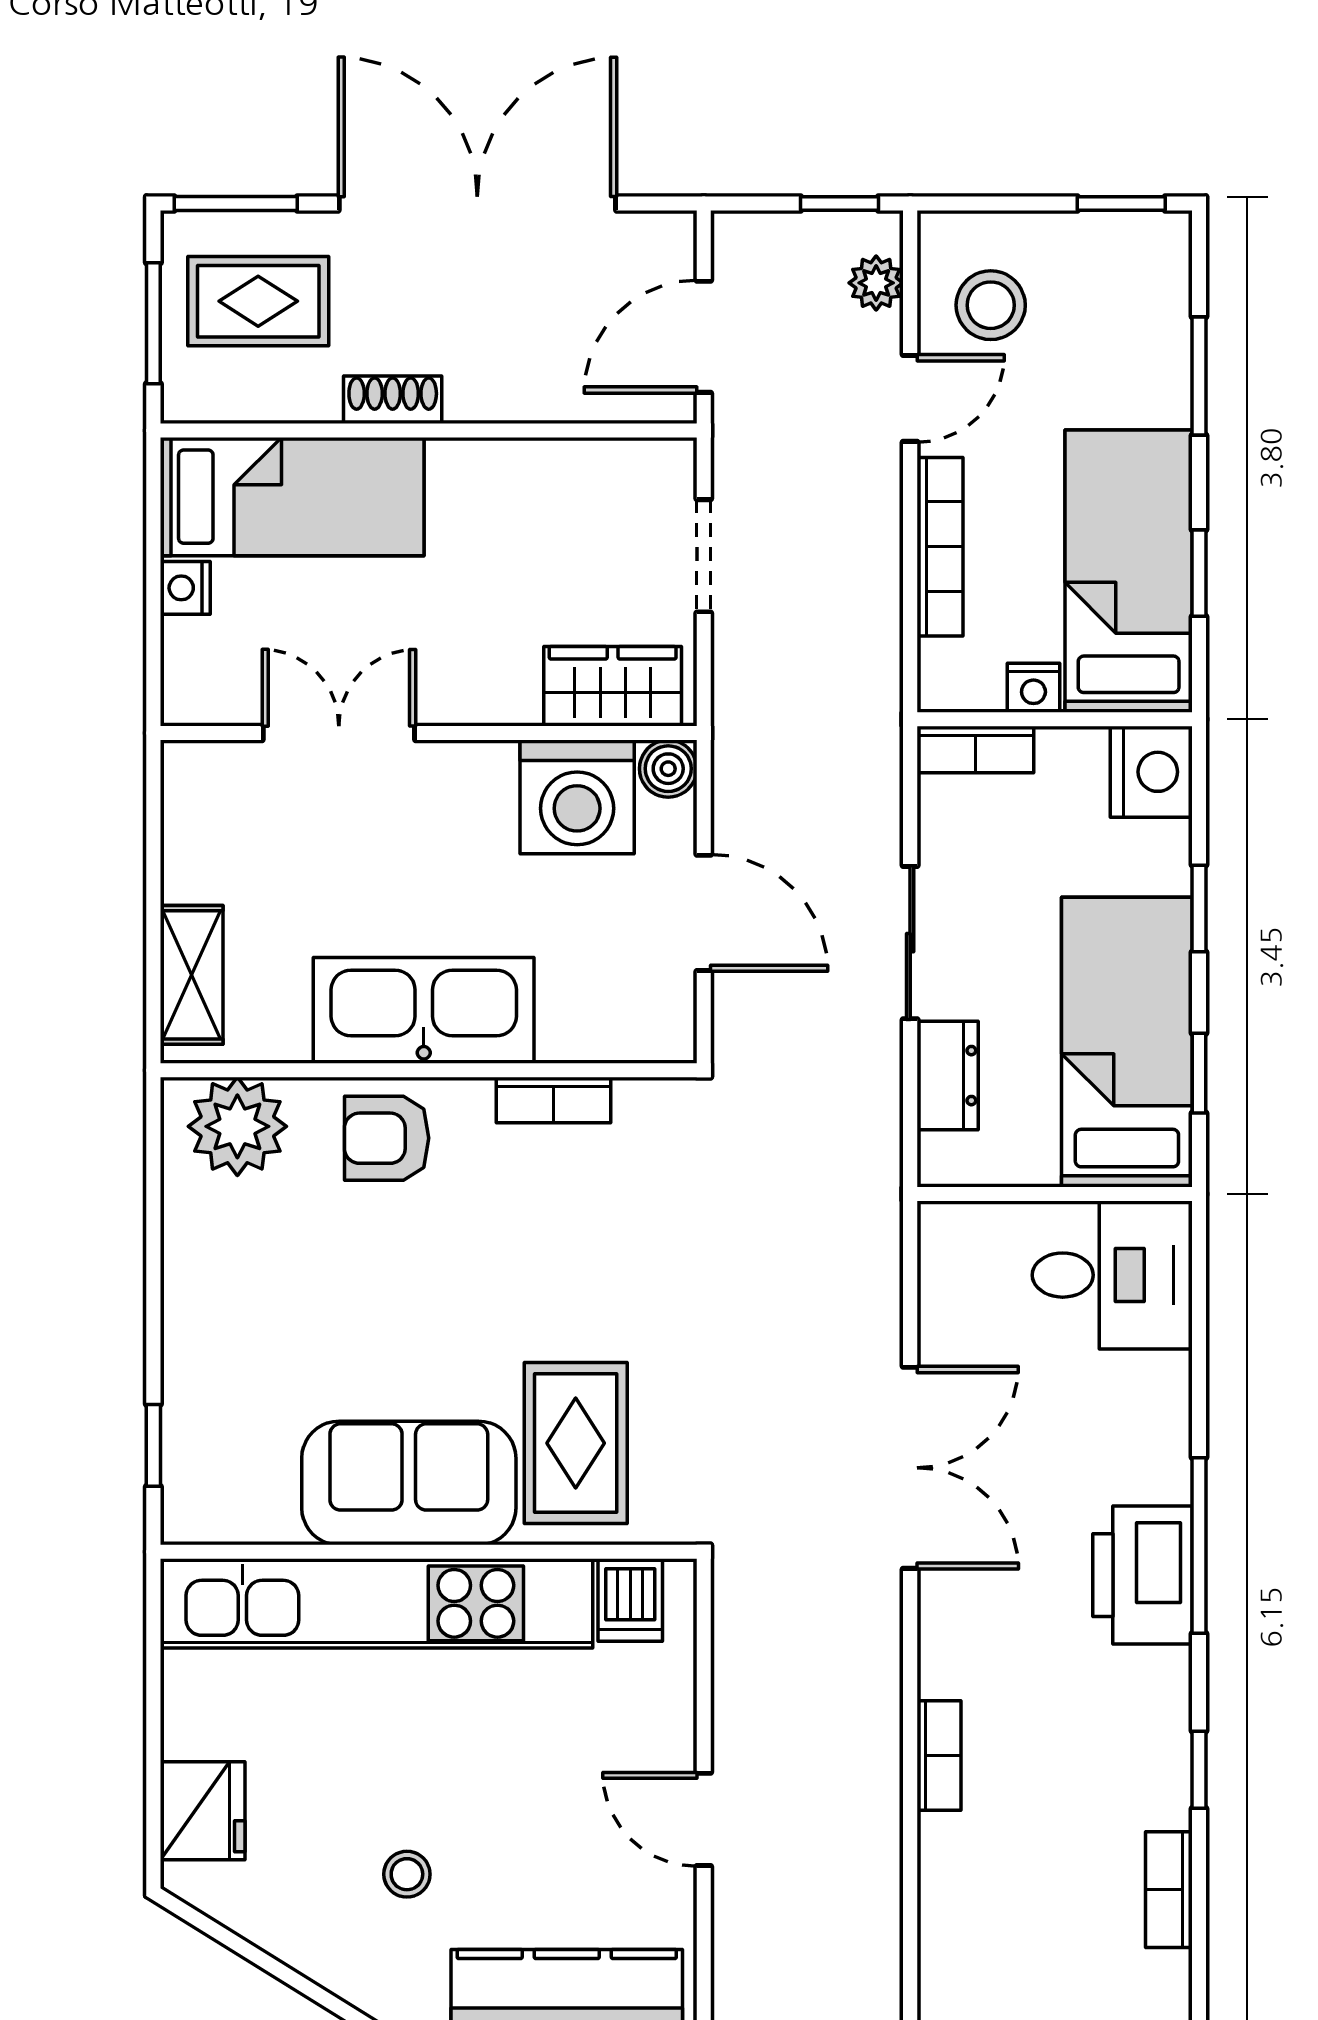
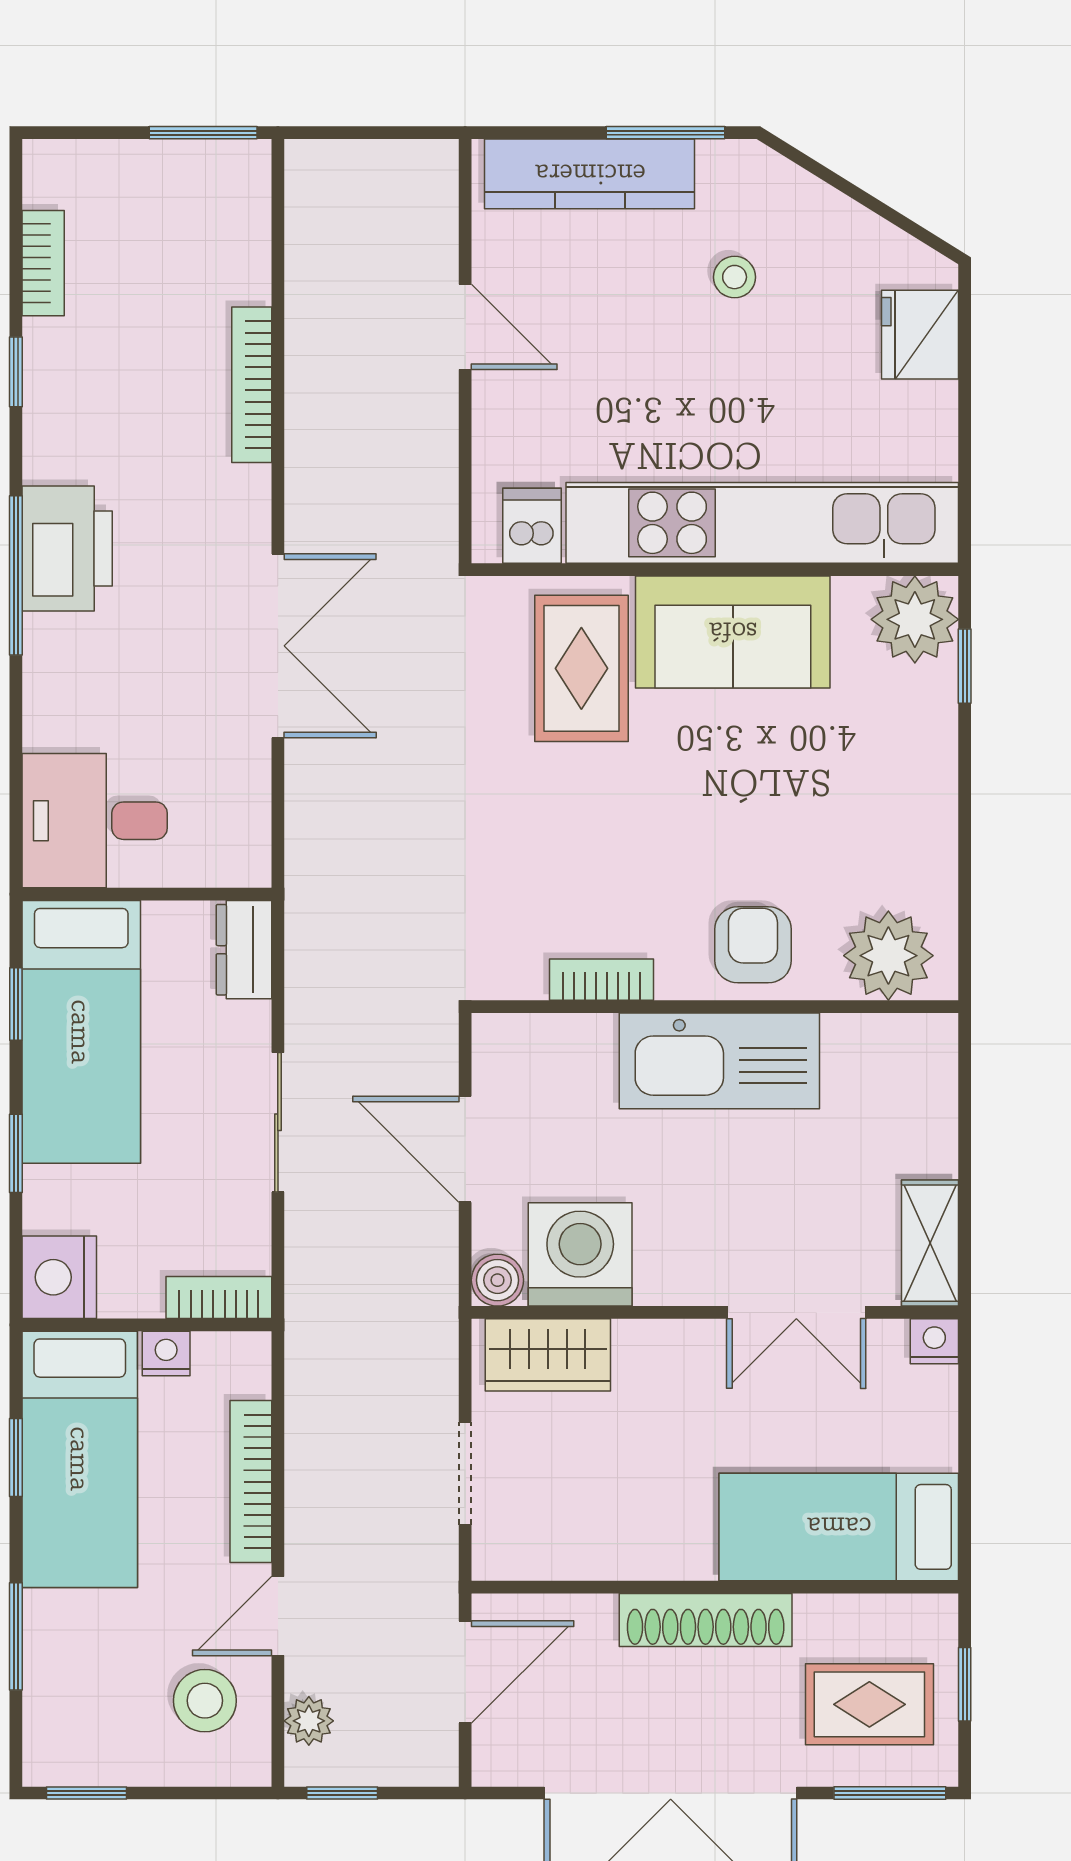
window: (153, 323) -> (965, 1684), width x0.67
shoe rack: (393, 400) -> (706, 1620), width x1.94, depth x1.24
nightstand: (185, 588) -> (934, 1341), moved, turned -90
shelving: (192, 975) -> (930, 1243), moved
dresser: (948, 1076) -> (244, 950), moved
armchair: (387, 1138) -> (753, 945), turned -90
double door: (910, 1468) -> (278, 646), swing flipped
plant: (208, 1497) -> (915, 619), added
bookcase: (939, 1756) -> (252, 385), width x1.56

